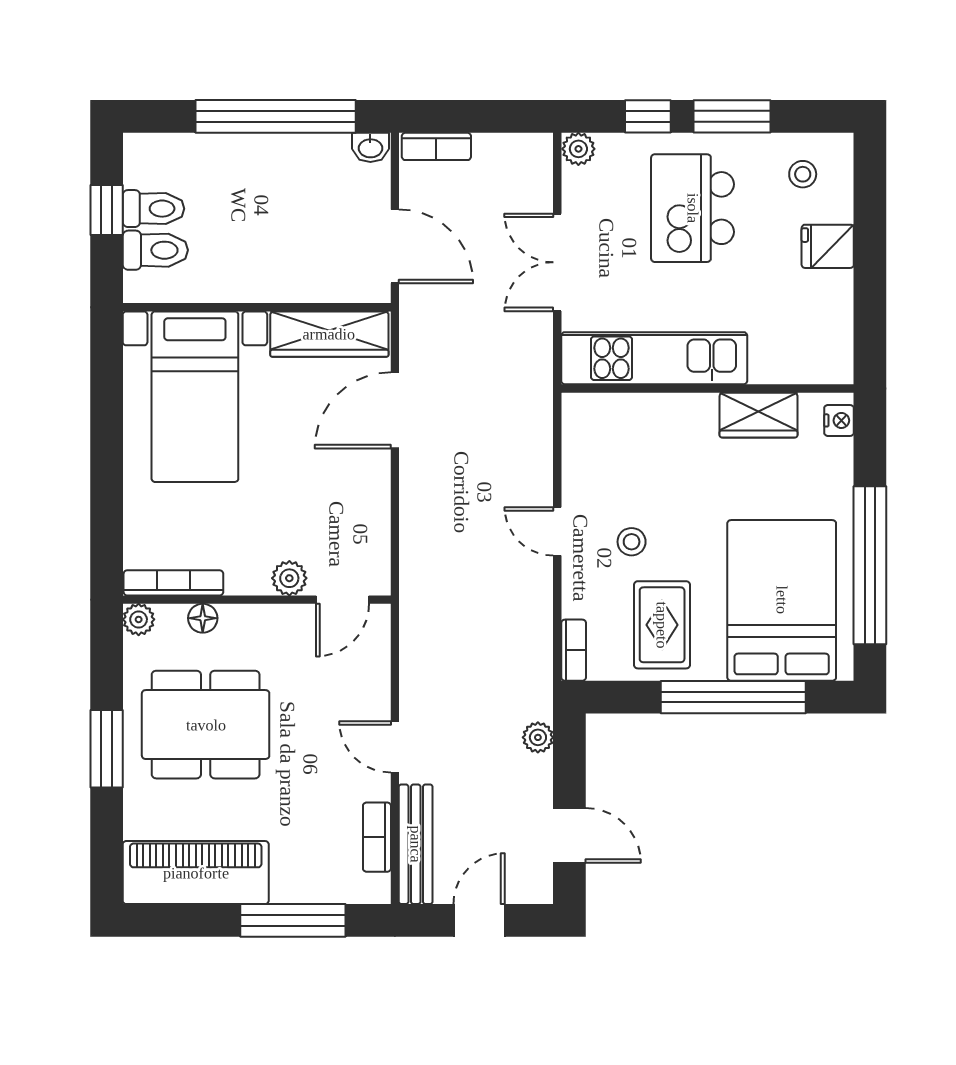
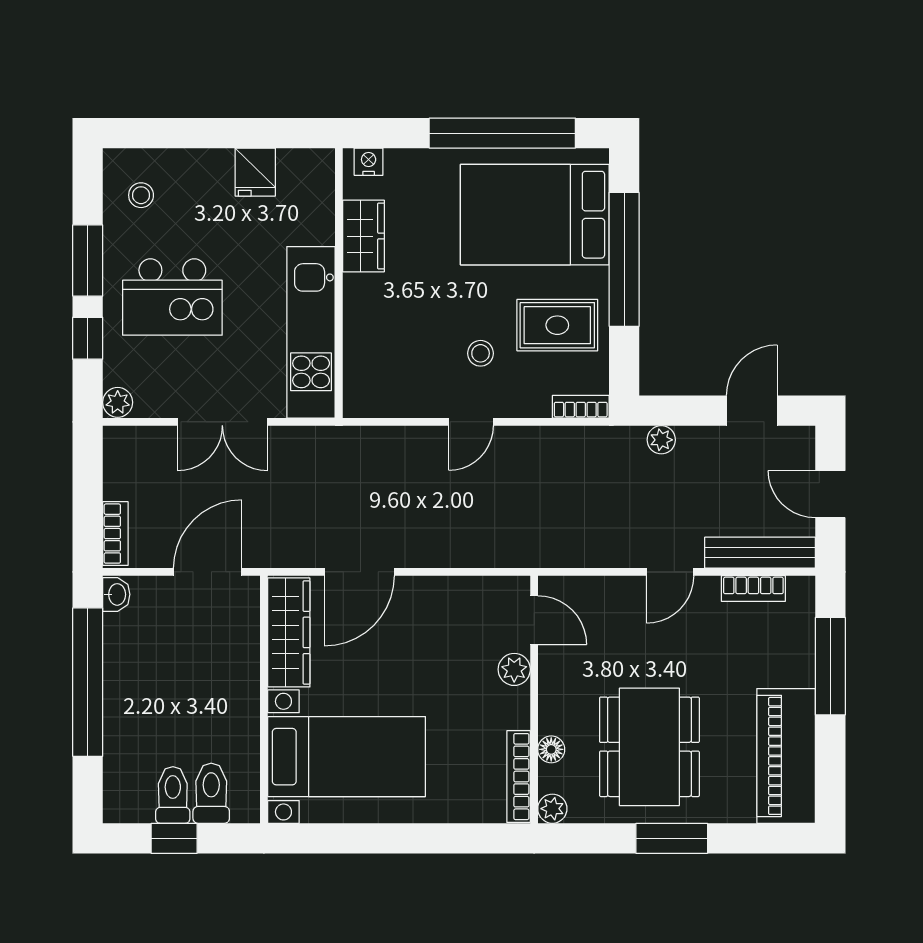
fridge: (828, 246) -> (255, 172), moved
door: (395, 410) -> (359, 572), hinge flipped

